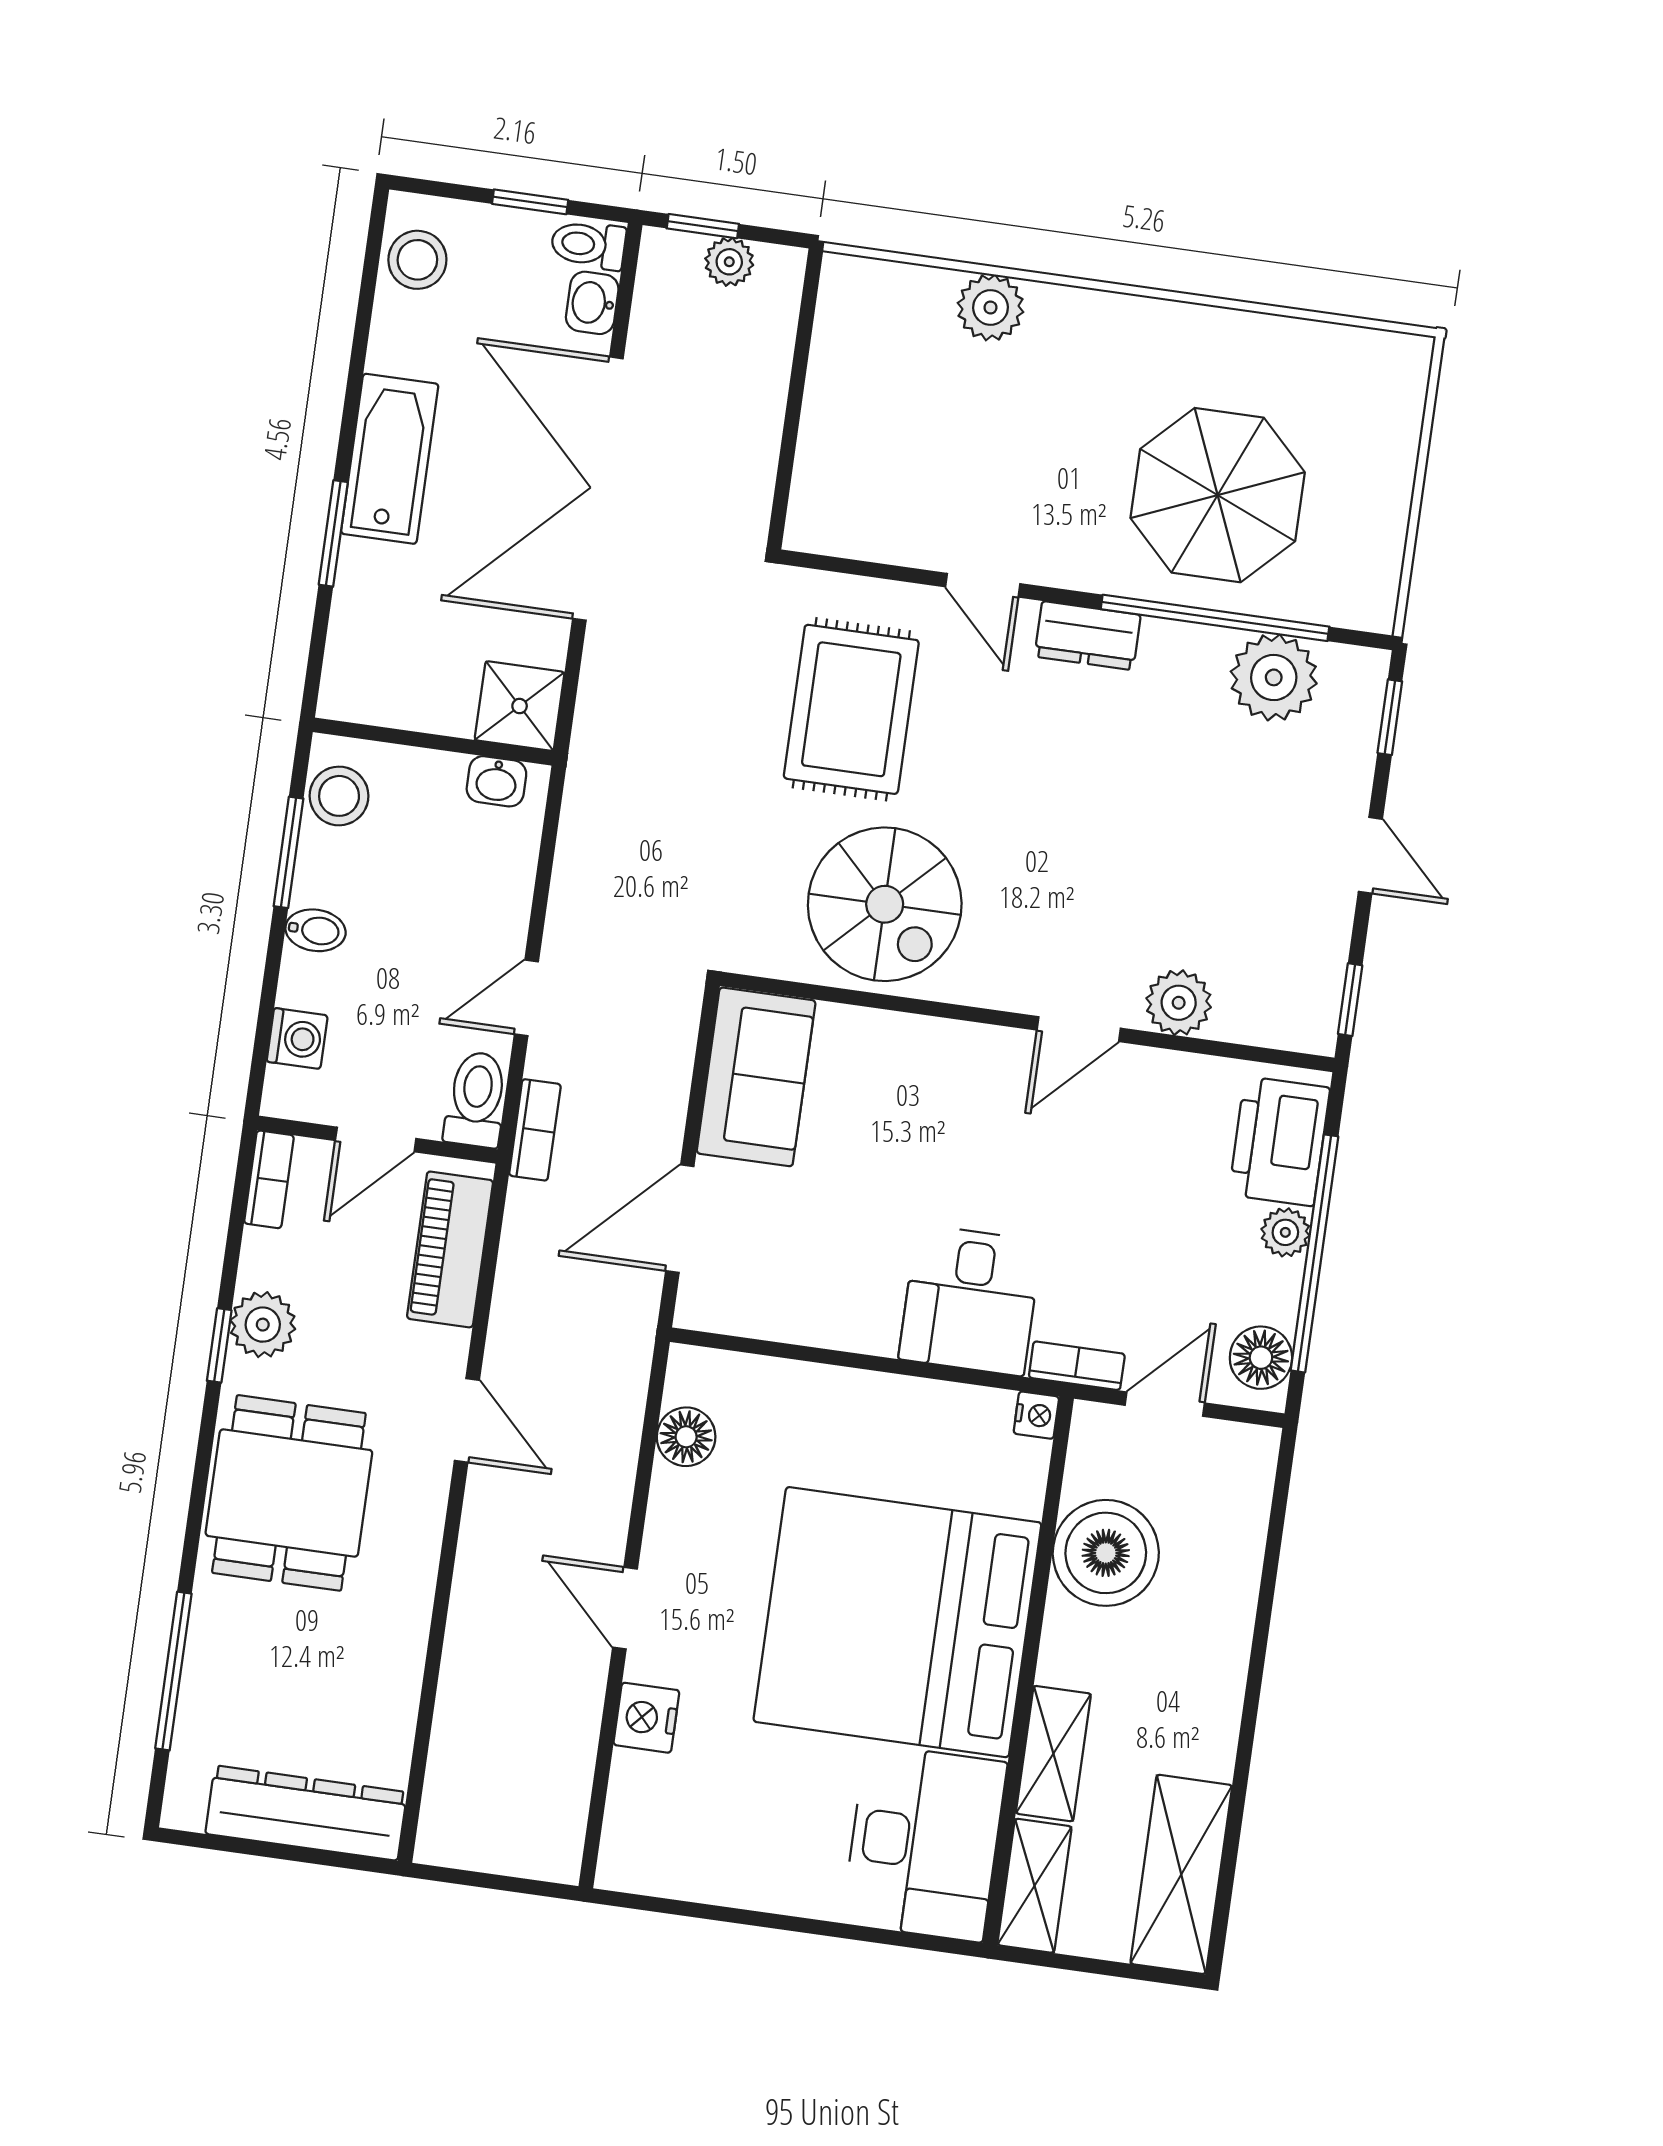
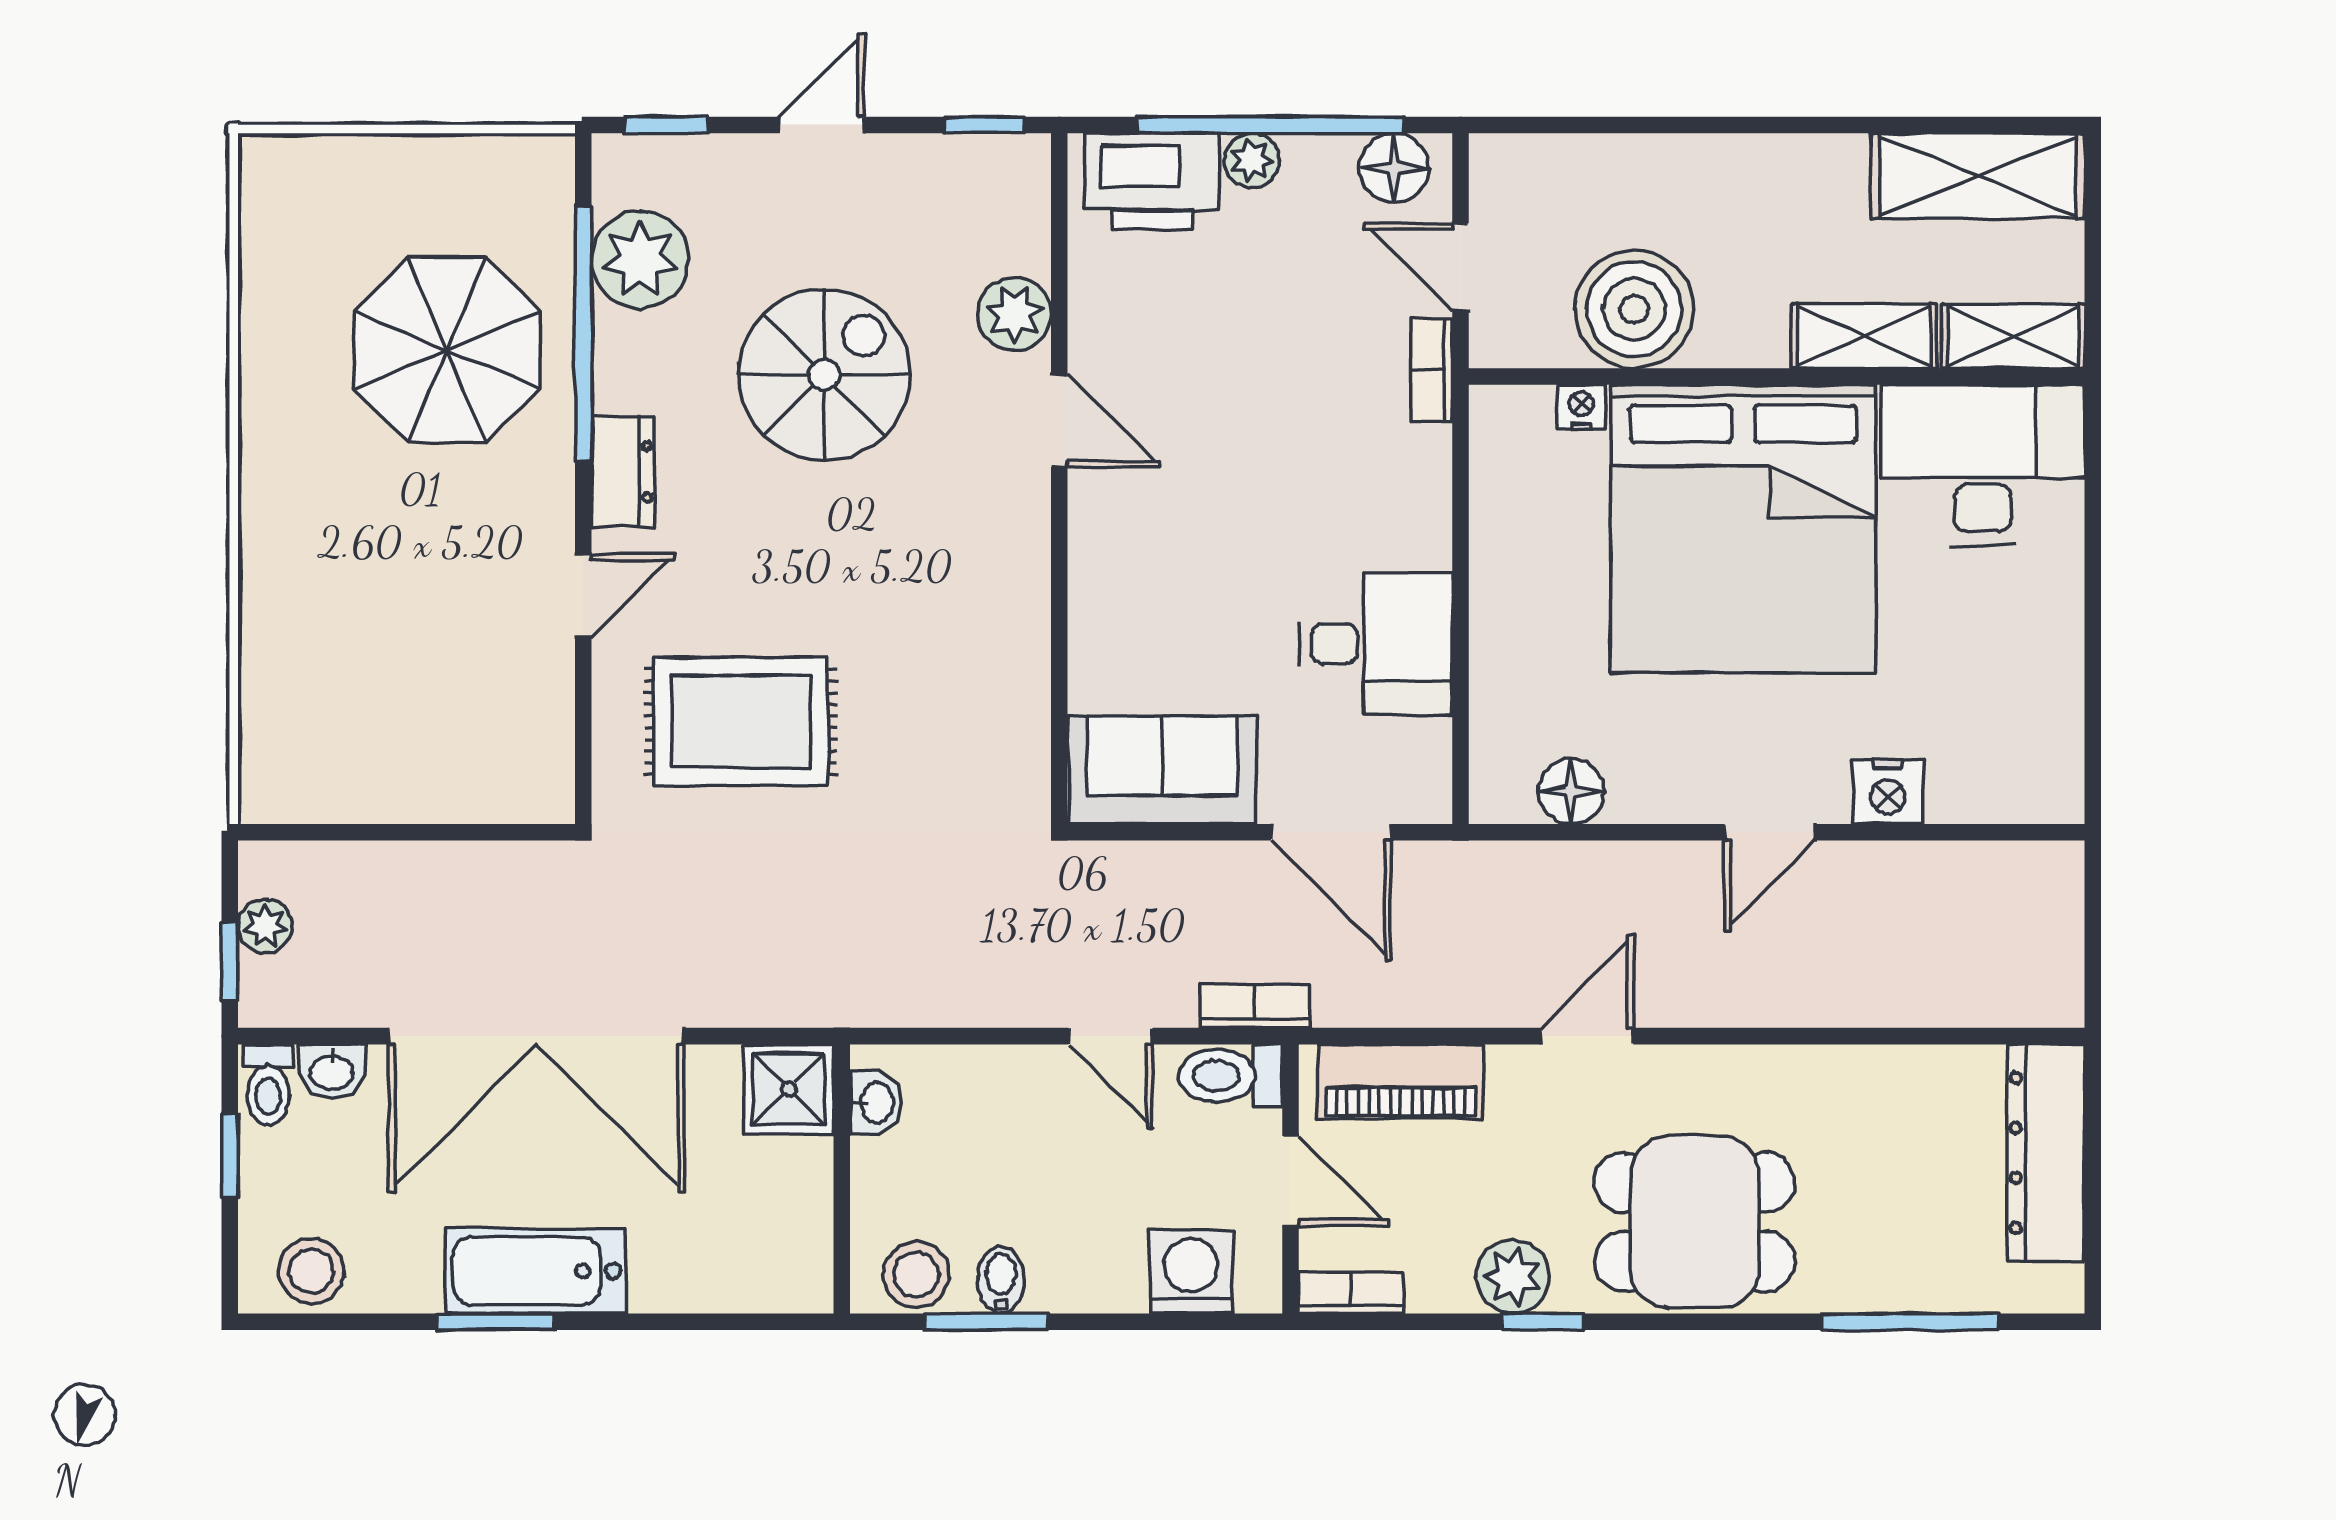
plant: (990, 307) -> (275, 630), removed
window: (333, 533) -> (495, 1322), moved
spiral stairs: (885, 904) -> (824, 375), moved
bidet: (316, 930) -> (1001, 1280), moved
washing machine: (297, 1039) -> (1191, 1272), width x1.38, depth x1.38
desk: (970, 1300) -> (1376, 644), moved
nightstand: (1036, 1415) -> (1581, 407), moved

